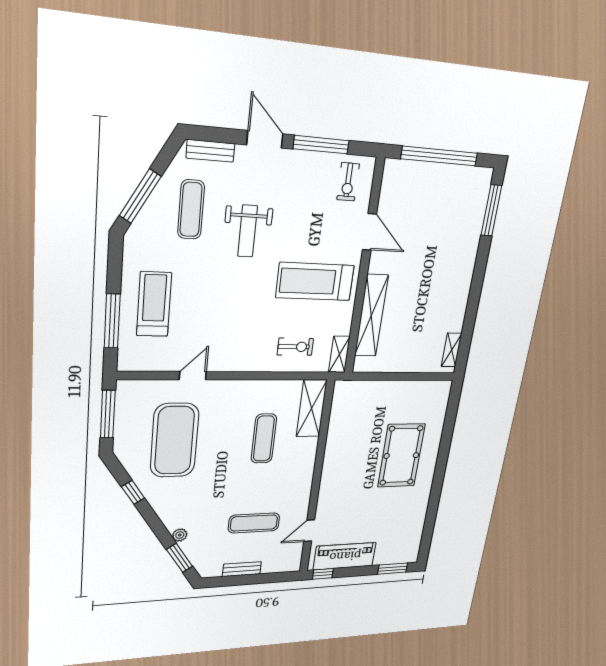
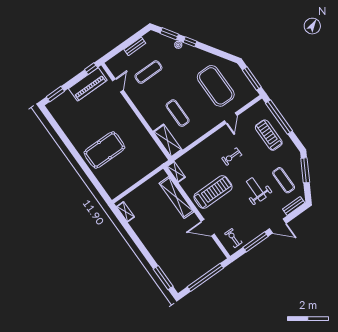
treadmill: (154, 304) -> (269, 135), turned 180
window: (112, 321) -> (279, 117), width x1.46
exercise bike: (295, 347) -> (232, 157), moved
pool table: (401, 456) -> (104, 150), turned 90
window: (133, 492) -> (190, 42), moved

